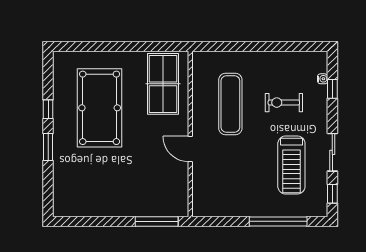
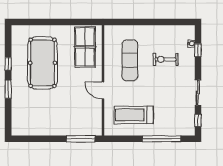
treadmill: (291, 165) -> (134, 115), moved, turned 90

